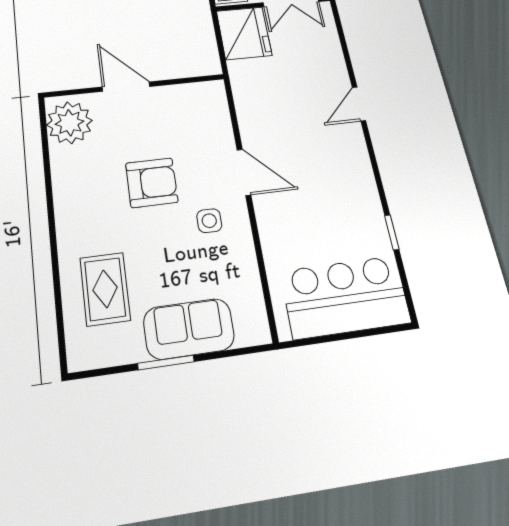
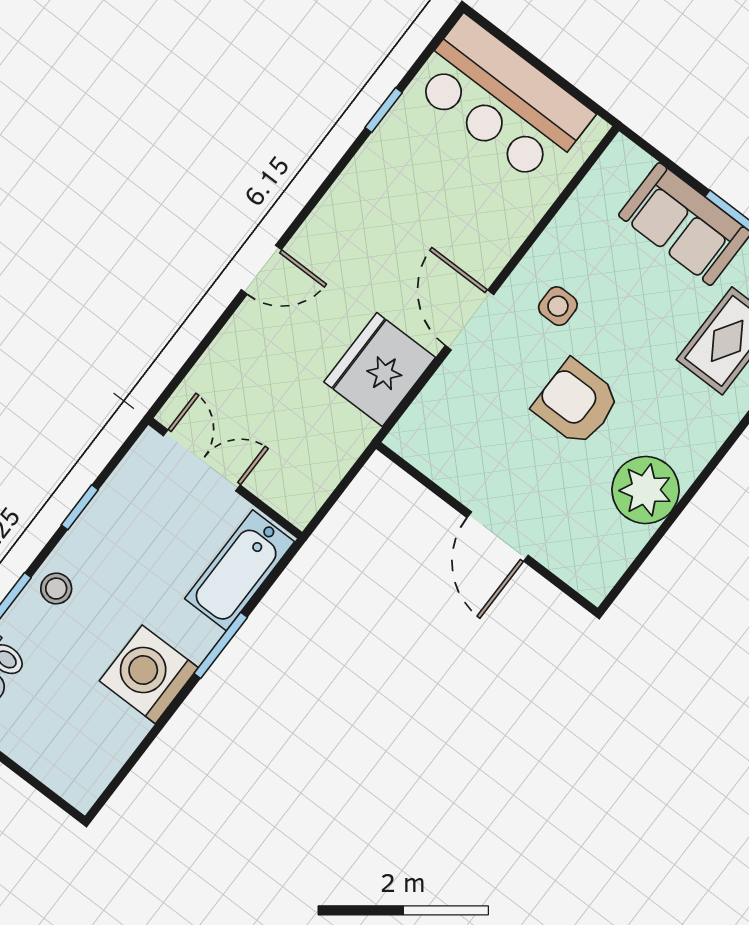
fridge: (244, 33) -> (380, 370), moved
plant: (69, 123) -> (646, 490), moved

